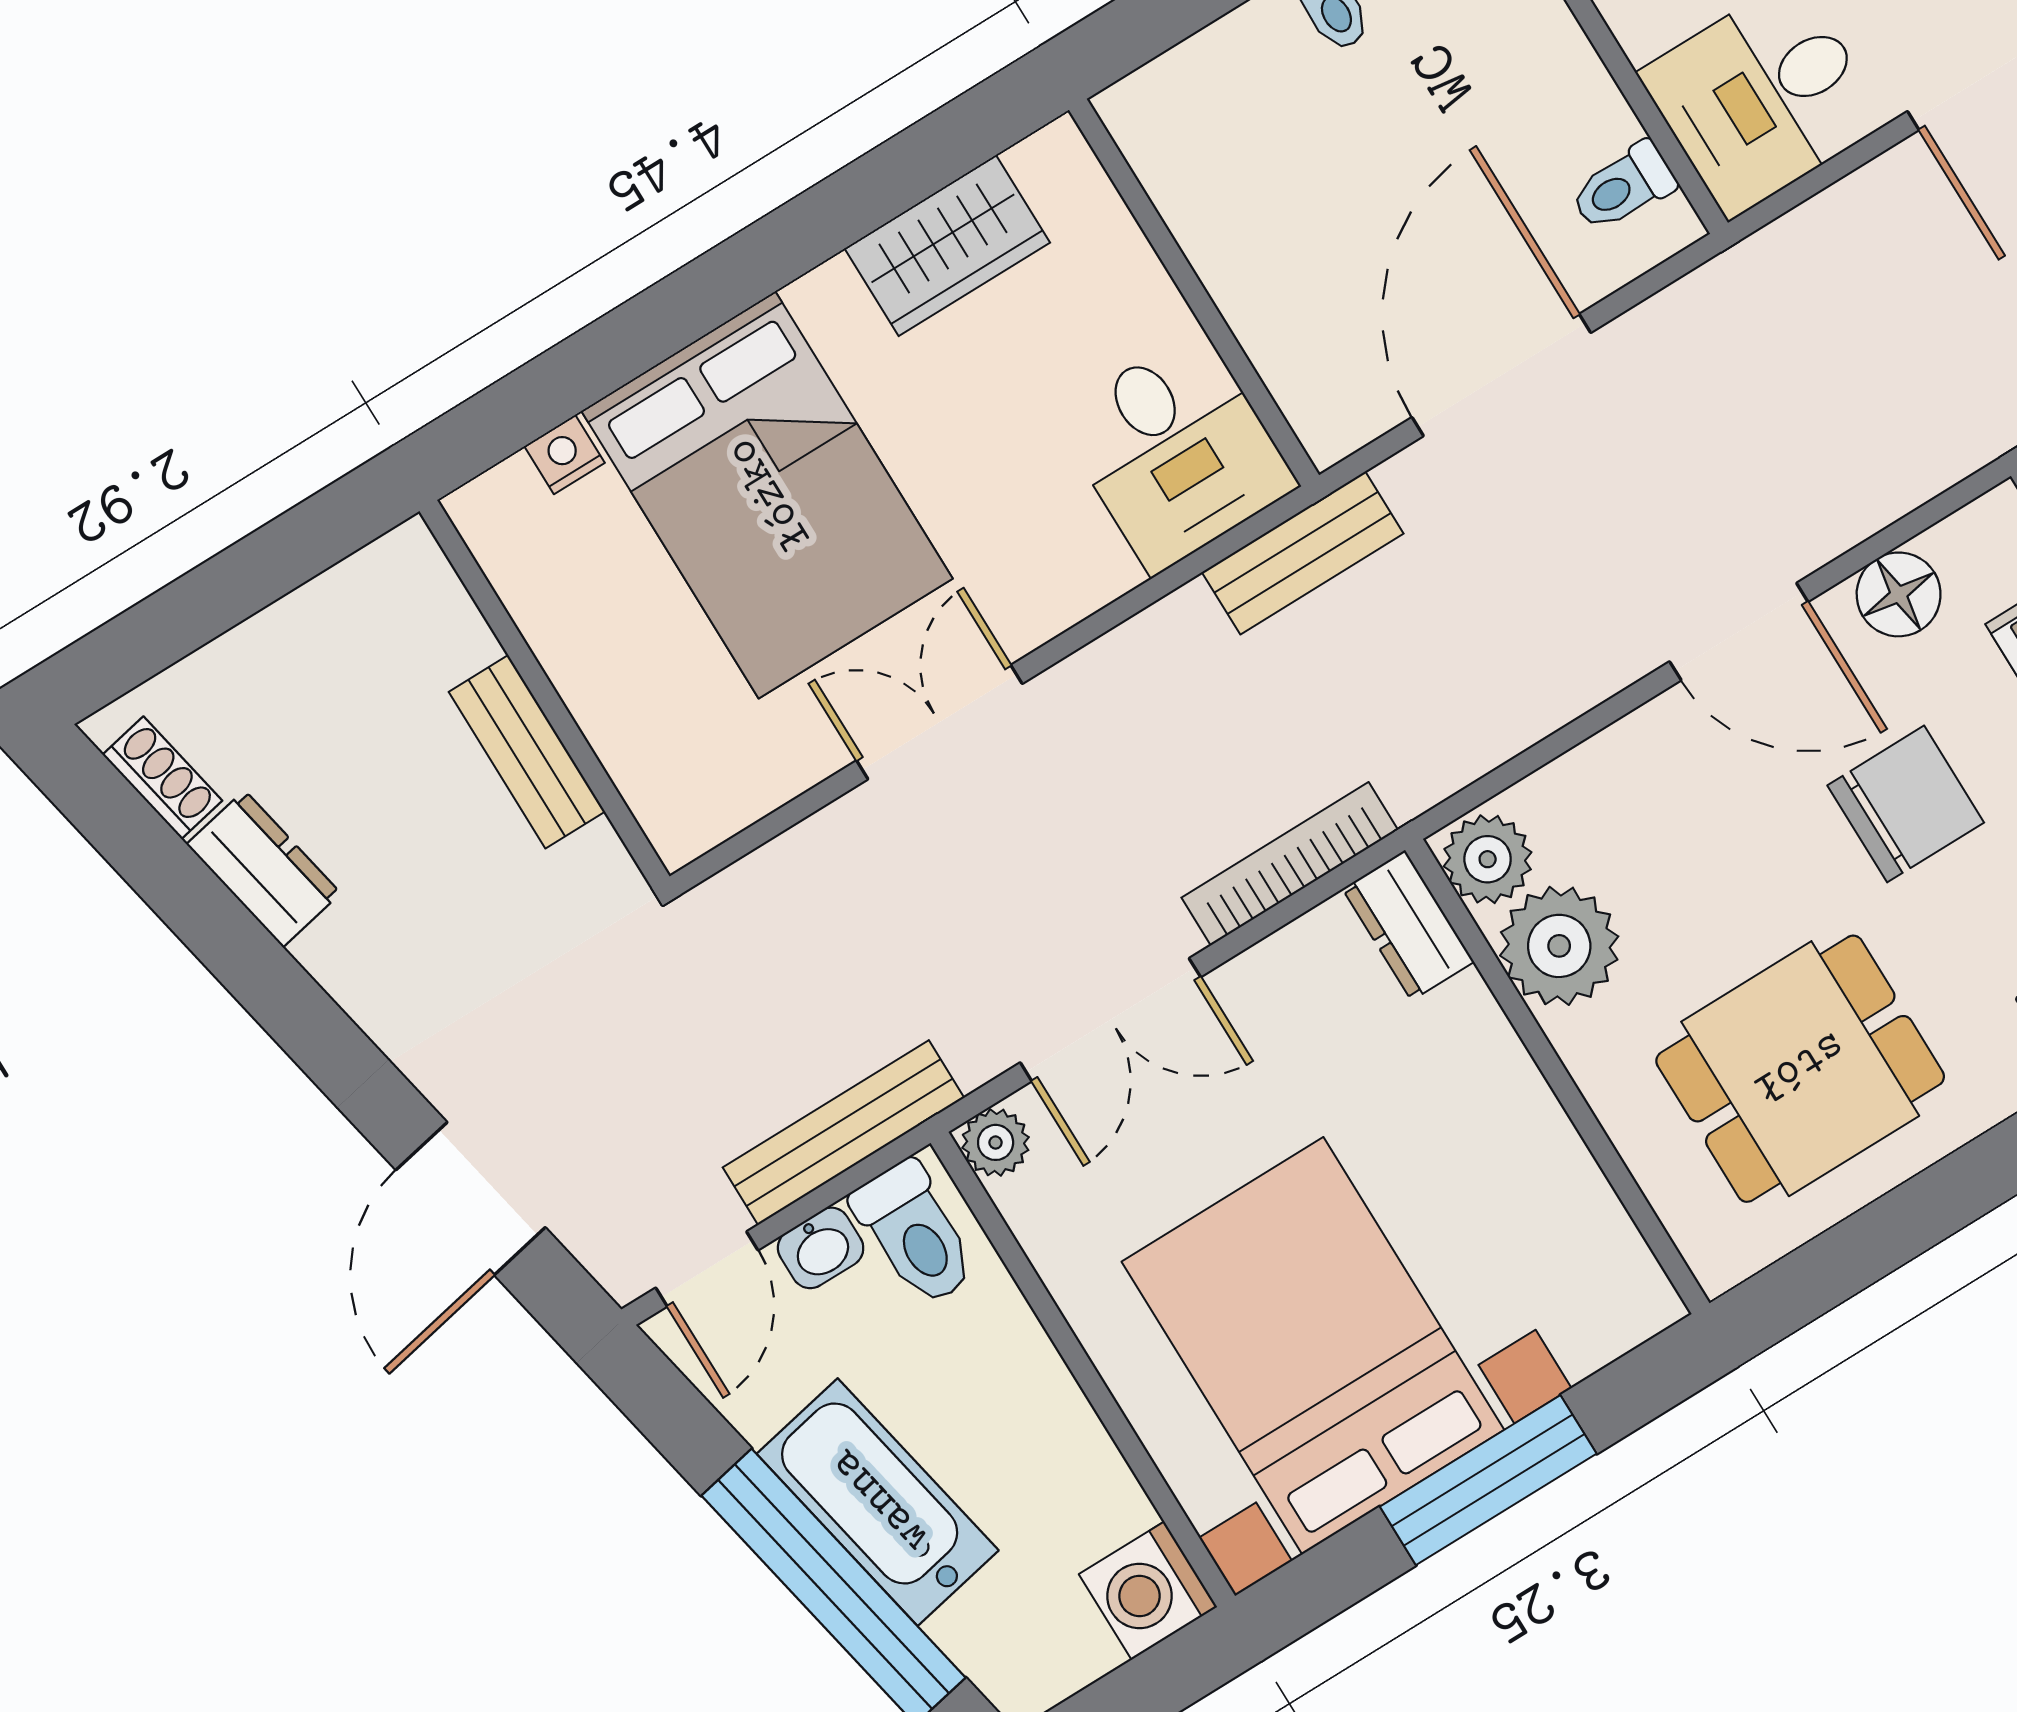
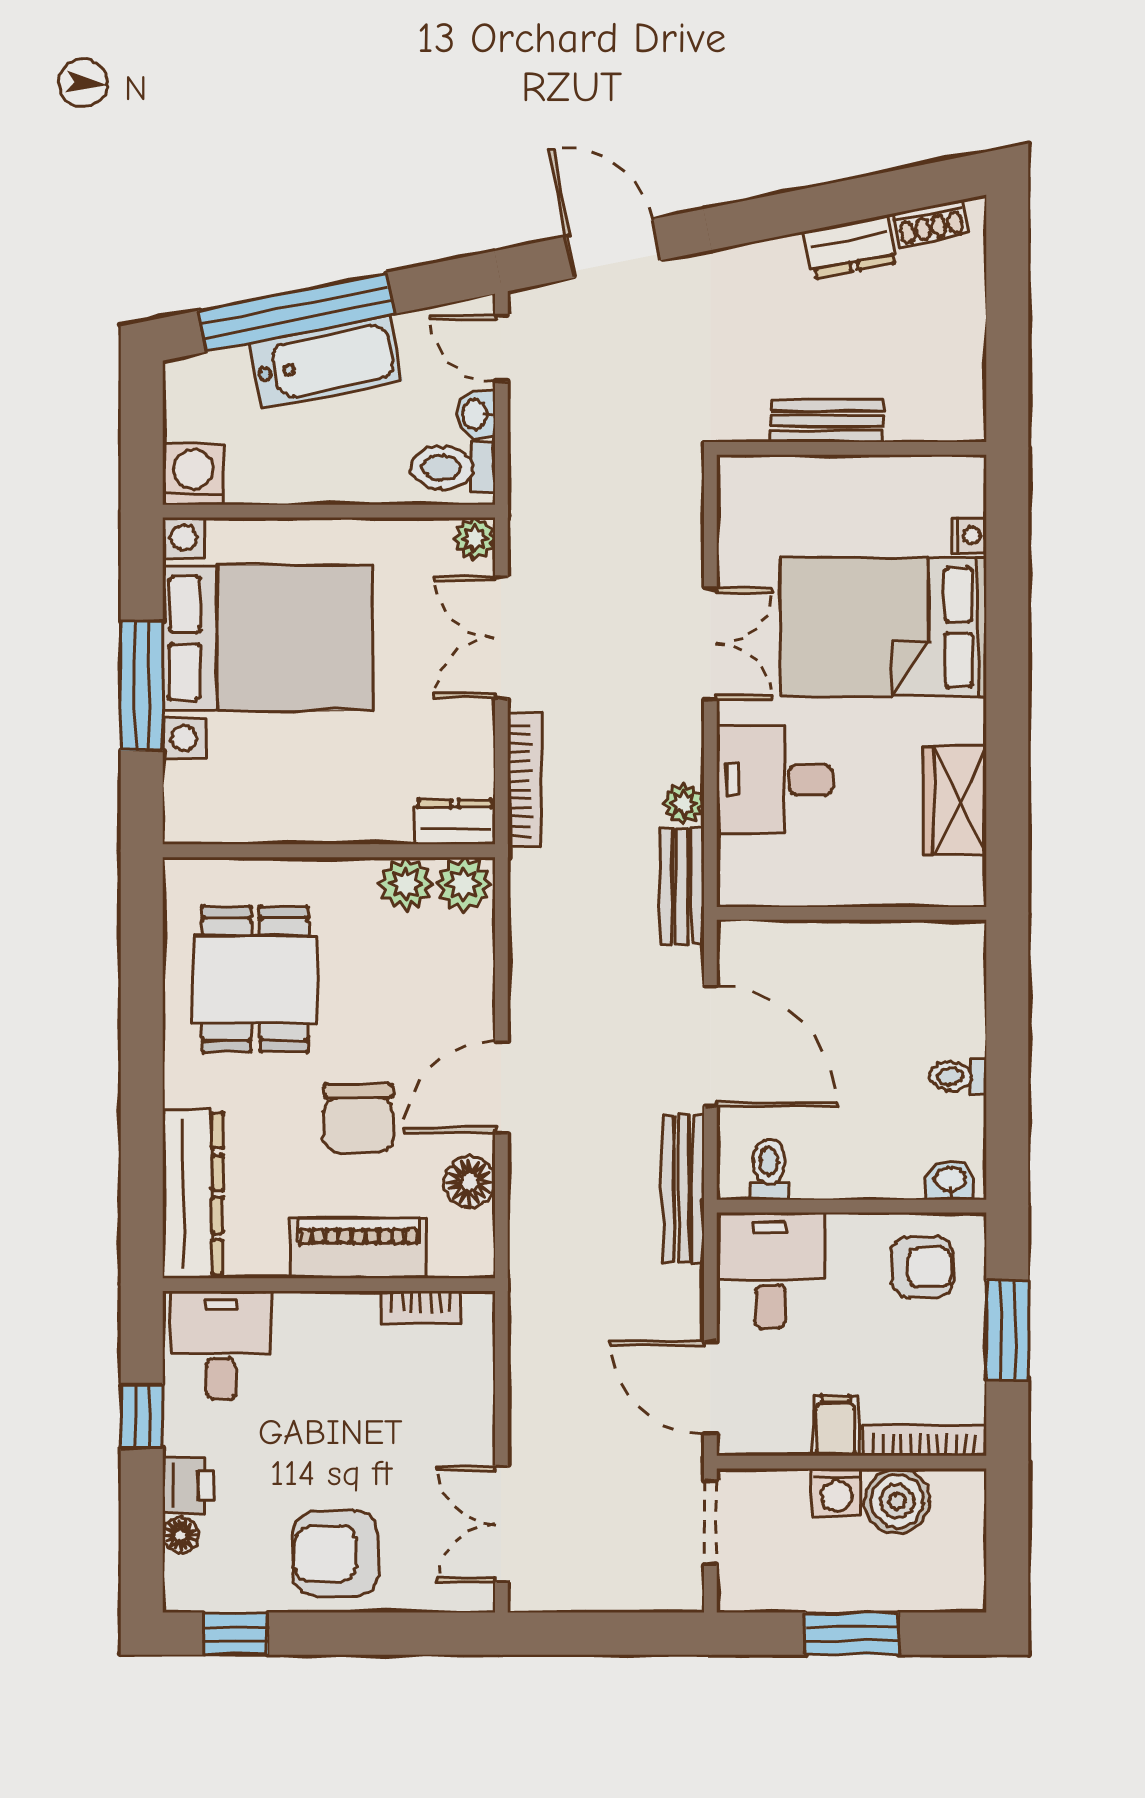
desk: (1176, 452) -> (775, 780), moved
plant: (1185, 622) -> (684, 803), added
plant: (1559, 946) -> (406, 884), width x0.73, depth x0.73
bench: (843, 1133) -> (683, 1188), moved

